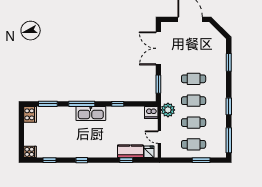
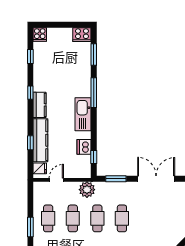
window: (118, 104) -> (94, 157), moved
kitchen sink: (91, 113) -> (83, 114), moved
dishwasher: (151, 113) -> (84, 147), moved
kitchen counter: (130, 151) -> (40, 140), width x1.50
kitchen counter: (93, 152) -> (40, 105), added

